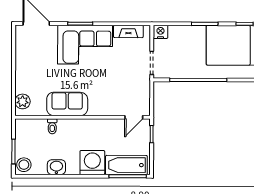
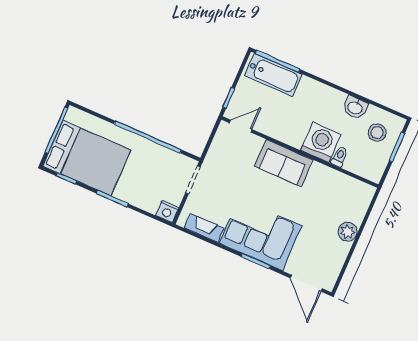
plant: (23, 101) -> (348, 232), moved
sofa: (67, 104) -> (284, 163), moved
washing machine: (92, 163) -> (321, 142), moved, turned 180
stool: (24, 165) -> (377, 133), moved

